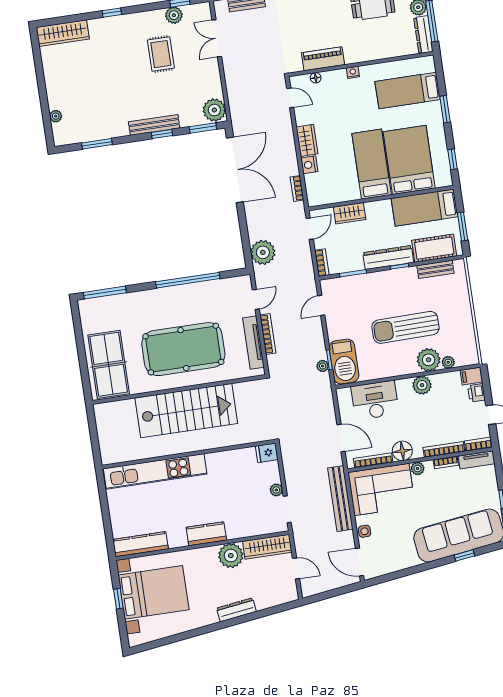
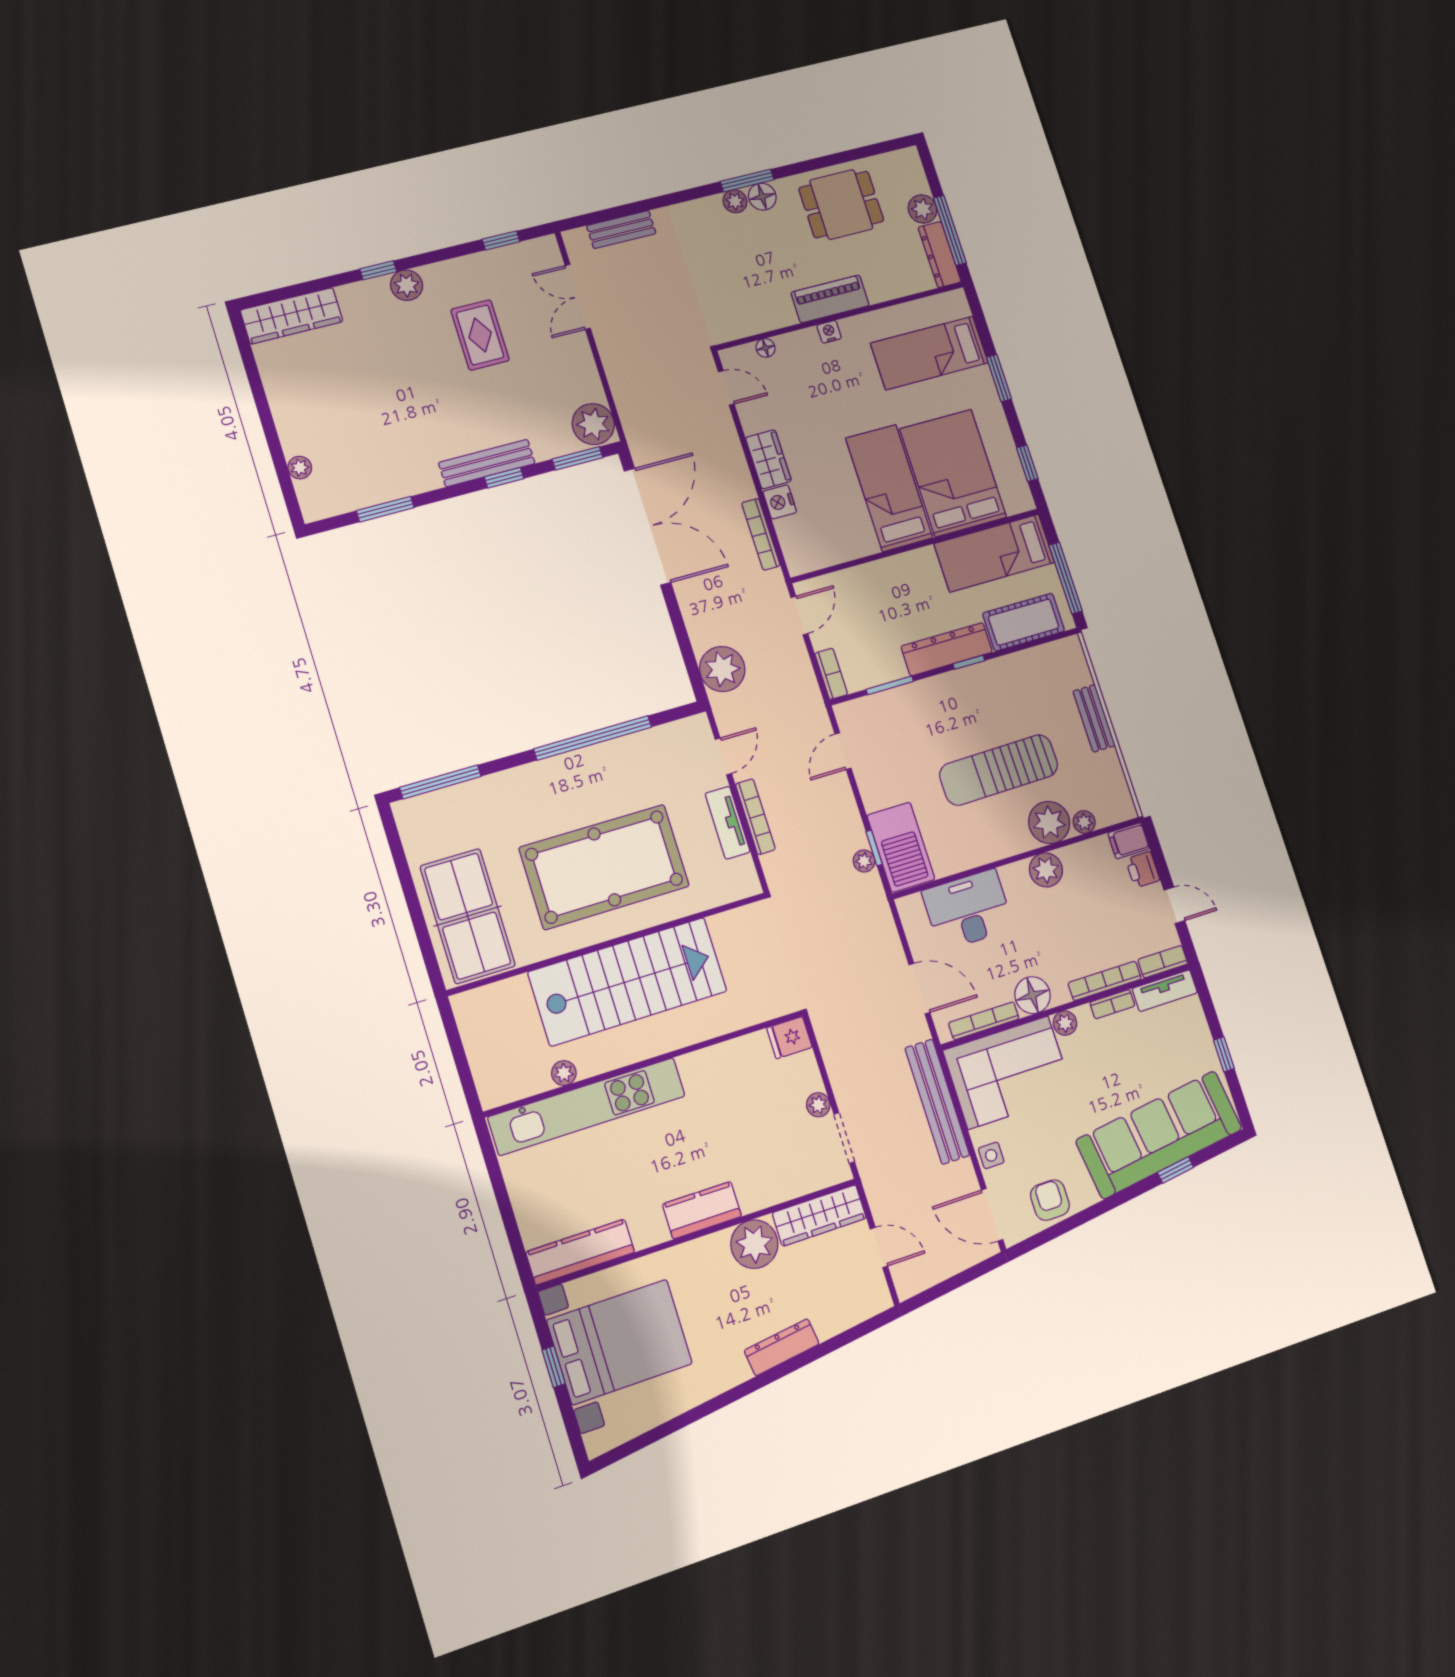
plant: (174, 15) -> (407, 285), moved
piano: (323, 59) -> (830, 299), moved
bookcase: (297, 188) -> (761, 534), width x1.56
wardrobe: (350, 213) -> (865, 579), removed
window: (463, 227) -> (1066, 578), width x1.44
bench: (435, 269) -> (1094, 718), moved, turned 90
tv unit: (253, 343) -> (728, 823), width x0.71
plant: (146, 452) -> (564, 1073), added
armchair: (392, 560) -> (1050, 1200), added

